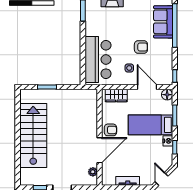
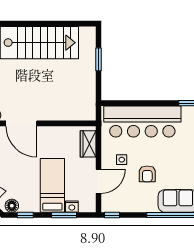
bar counter: (98, 59) -> (142, 122), width x1.36
floor lamp: (167, 95) -> (12, 206), moved
armchair: (110, 130) -> (46, 137), removed
nightstand: (168, 141) -> (72, 207), moved

